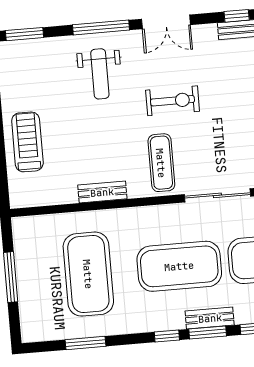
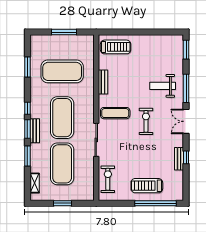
exercise bike: (173, 101) -> (146, 121), turned 180
treadmill: (27, 142) -> (116, 47), moved

